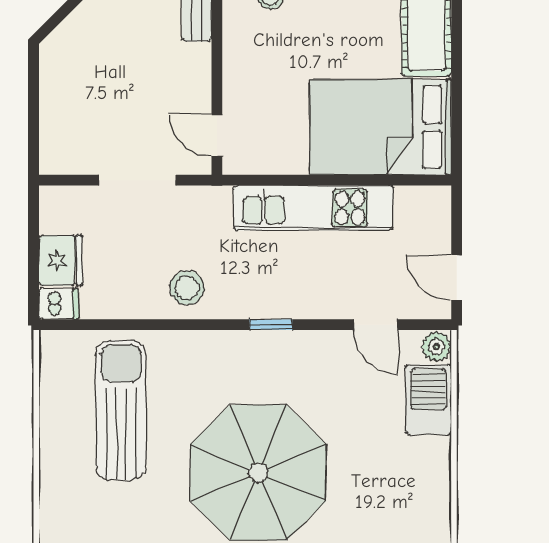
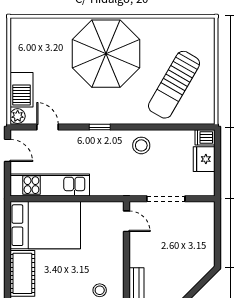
kitchen unit: (313, 208) -> (50, 185), moved
sun lounger: (121, 410) -> (174, 85), turned 30

